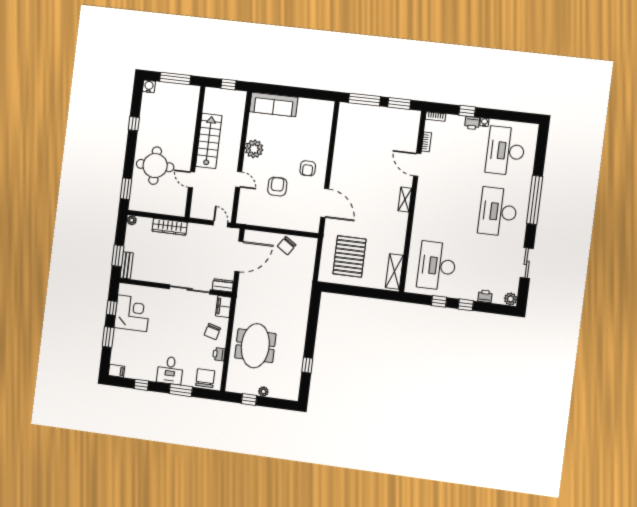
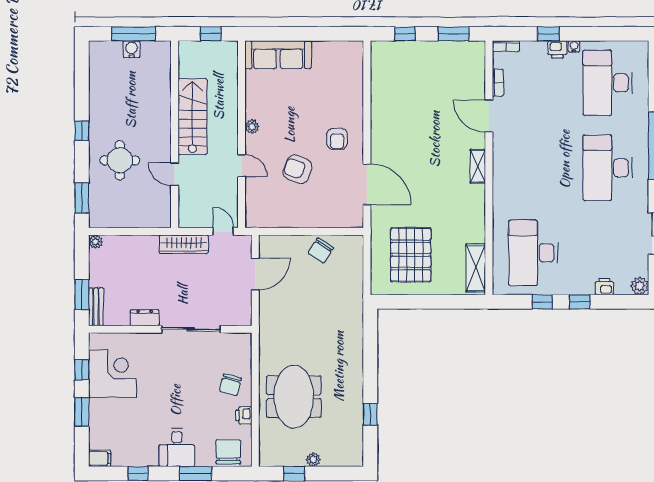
water cooler: (149, 86) -> (132, 49), moved
window: (365, 100) -> (405, 34), width x0.46
window: (134, 124) -> (82, 131), moved
plant: (254, 149) -> (252, 127), width x0.53, depth x0.53
round table: (155, 166) -> (120, 160), width x0.73, depth x0.73
armchair: (277, 187) -> (297, 169), turned -70
wardrobe: (170, 227) -> (184, 244), moved
door: (239, 256) -> (255, 274), width x0.73
dresser: (223, 285) -> (145, 318), moved
filing cabinet: (224, 307) -> (242, 347), removed

